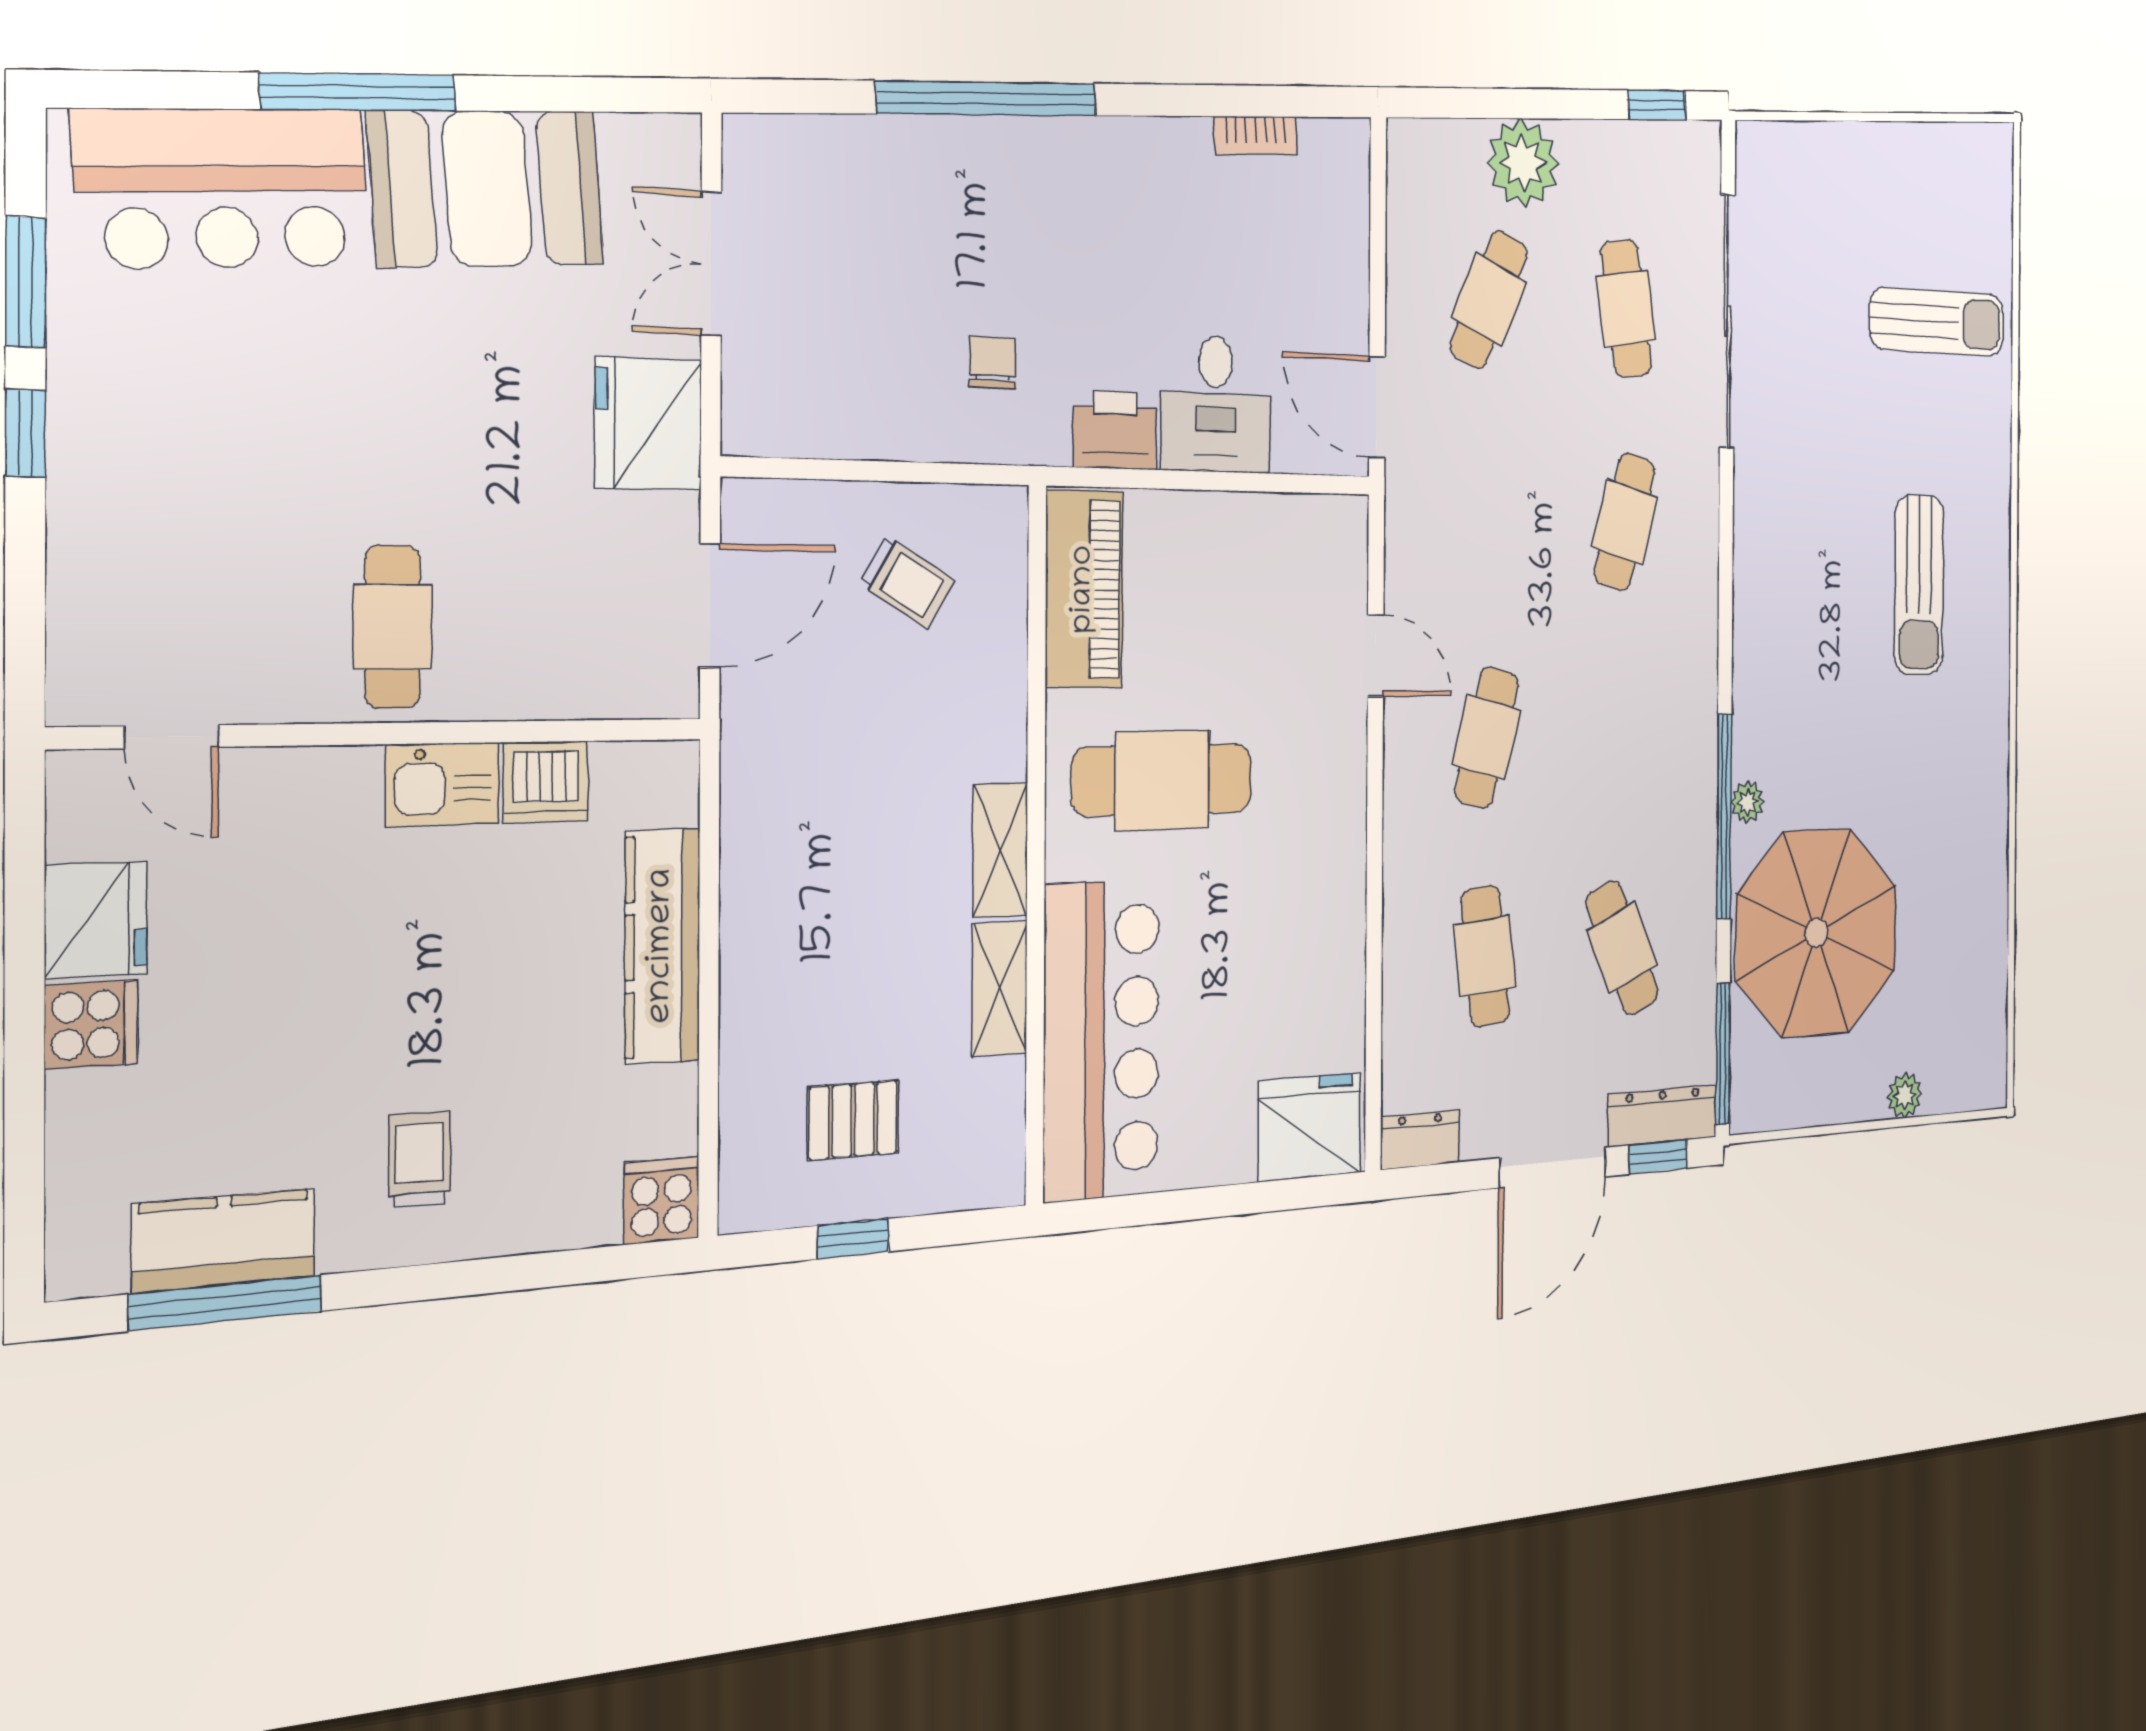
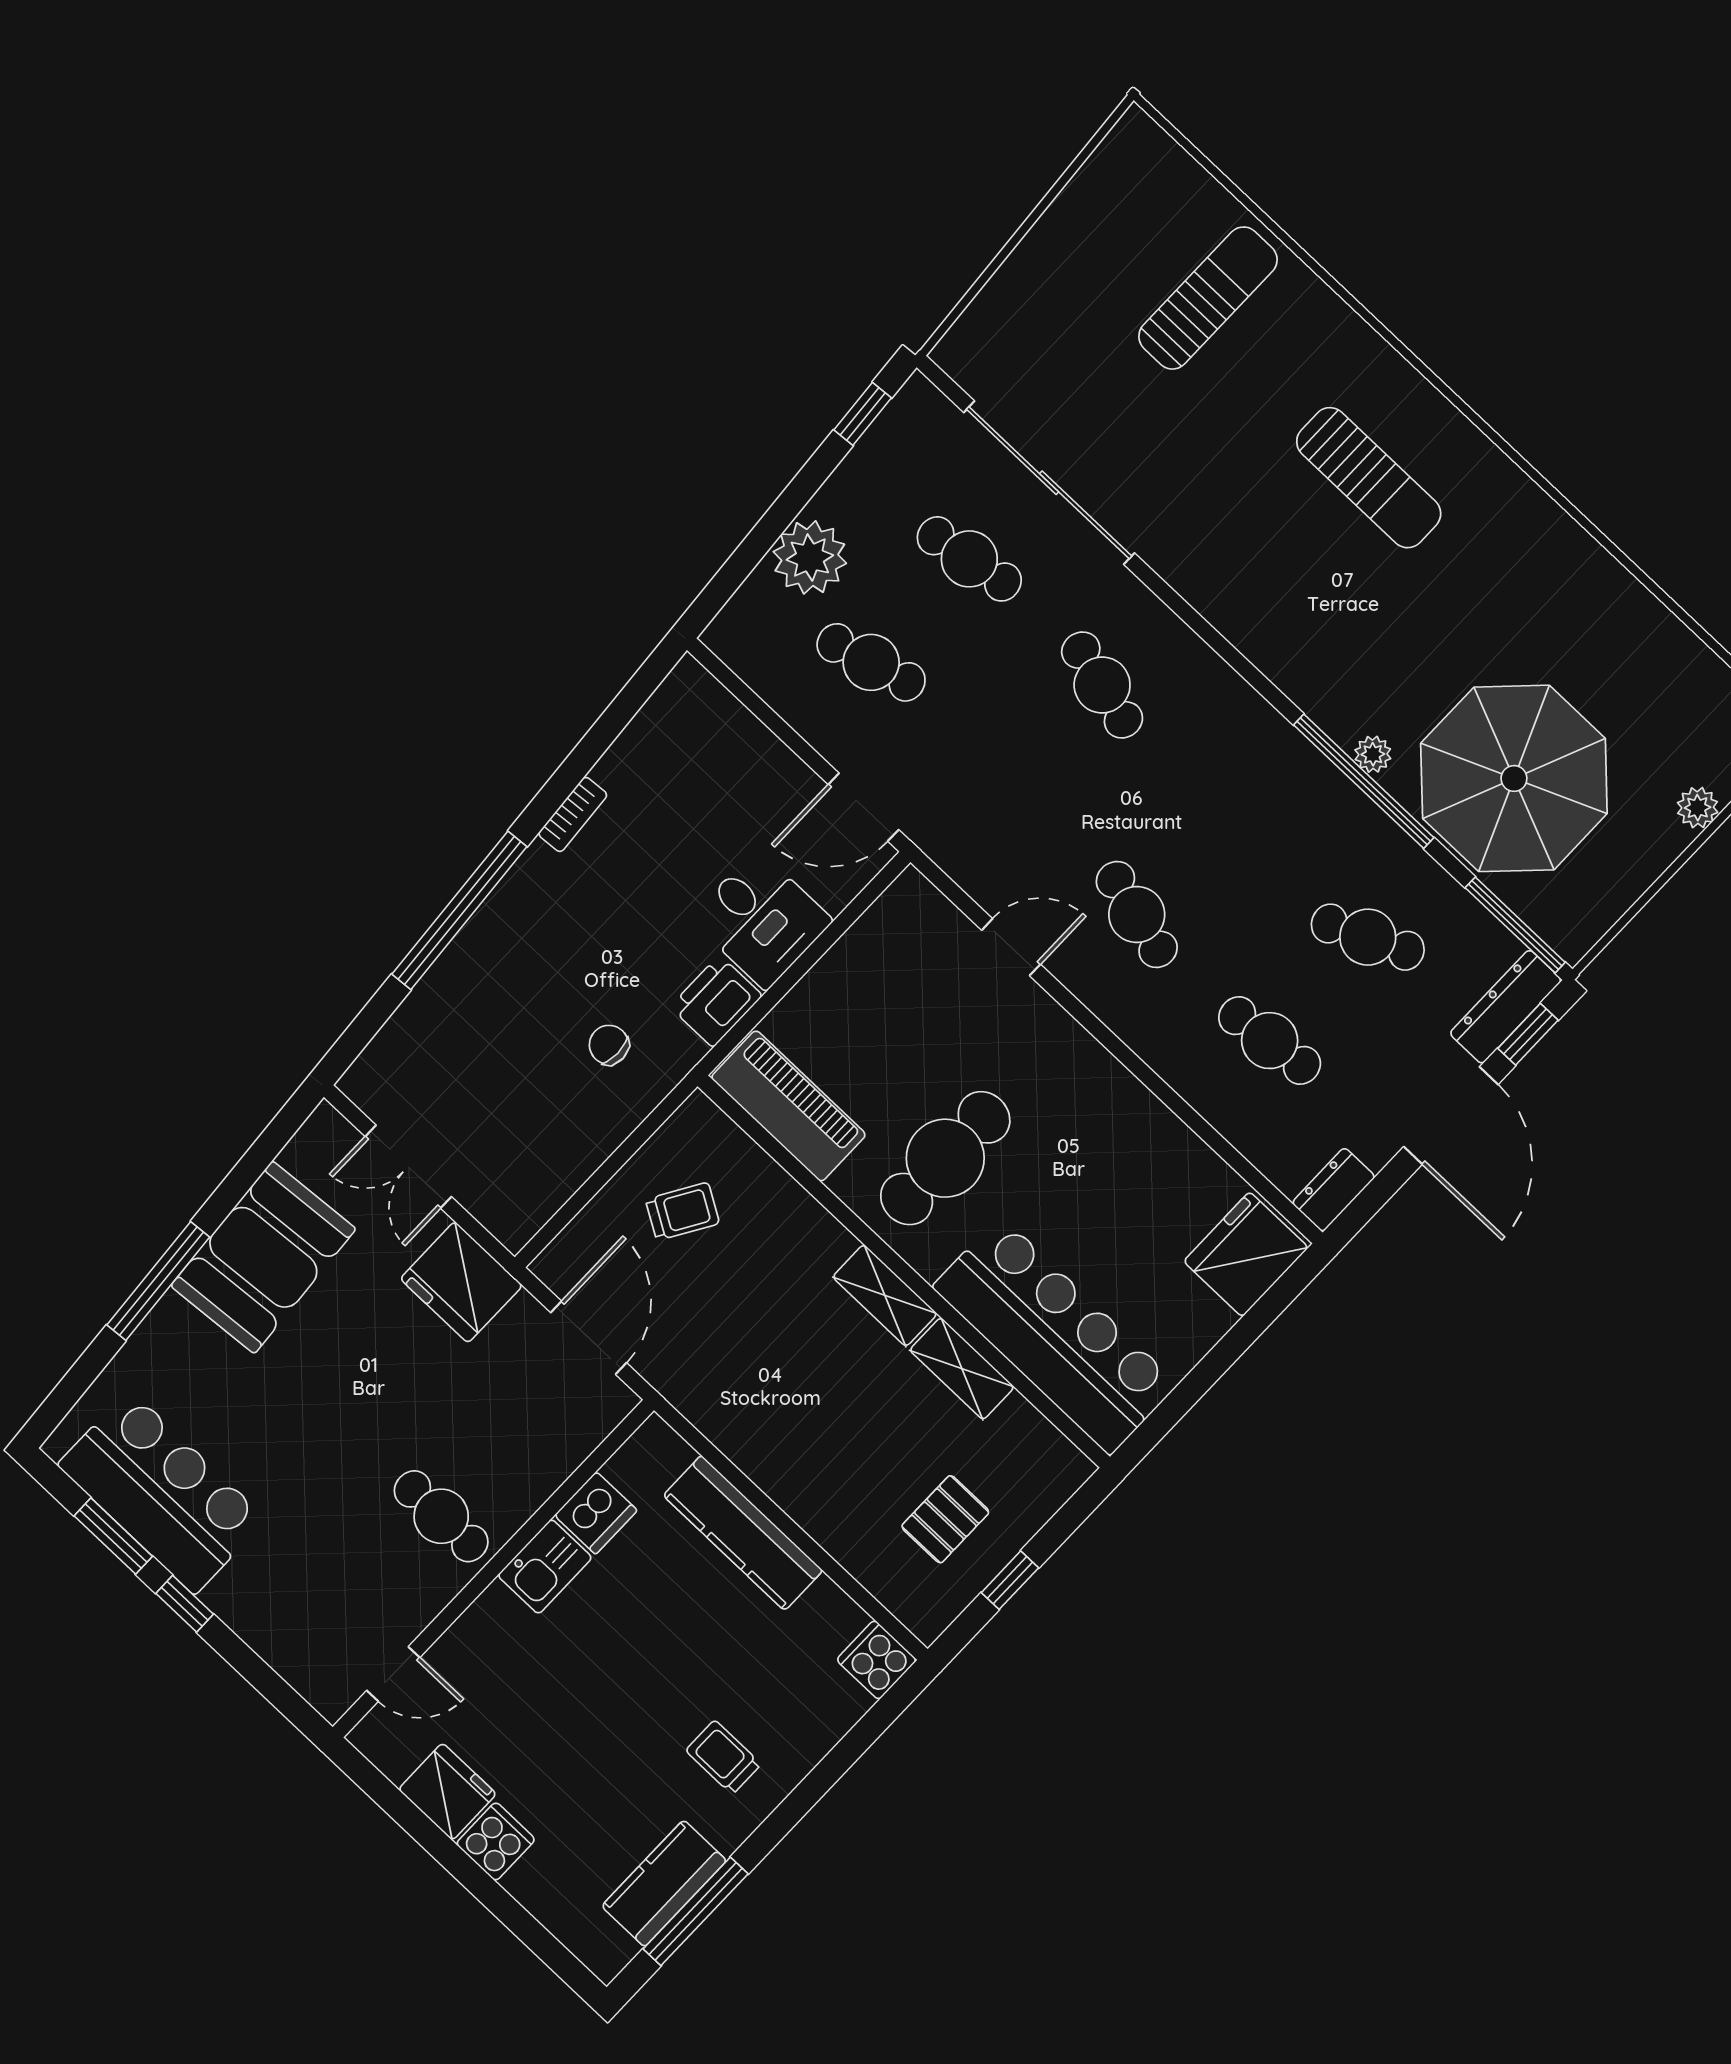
bookcase: (1256, 136) -> (573, 814), moved
bar counter: (223, 188) -> (162, 1492), moved, turned -86
cafe table: (1489, 300) -> (871, 662), turned -39

